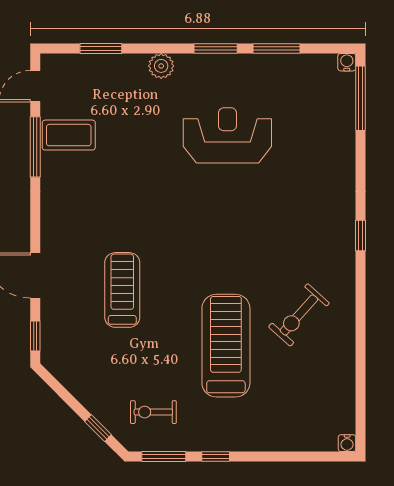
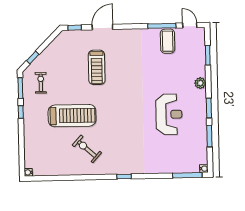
treadmill: (122, 290) -> (97, 67), turned 90

